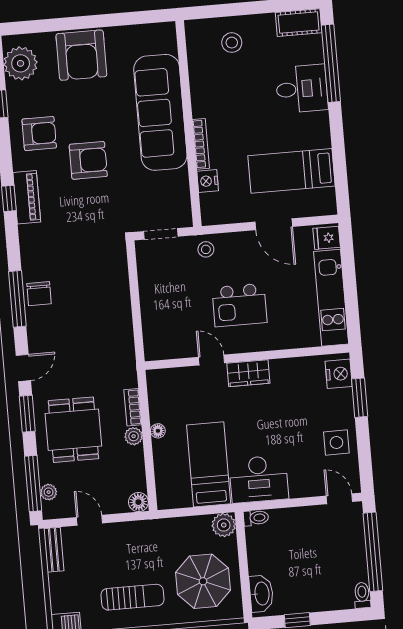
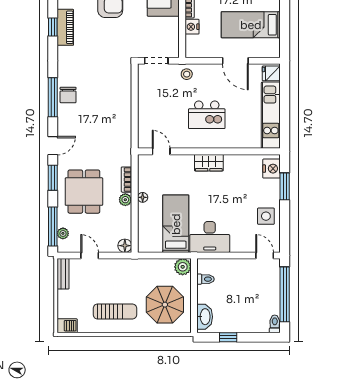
door: (211, 360) -> (161, 151), moved
toilet: (256, 518) -> (206, 279), moved

